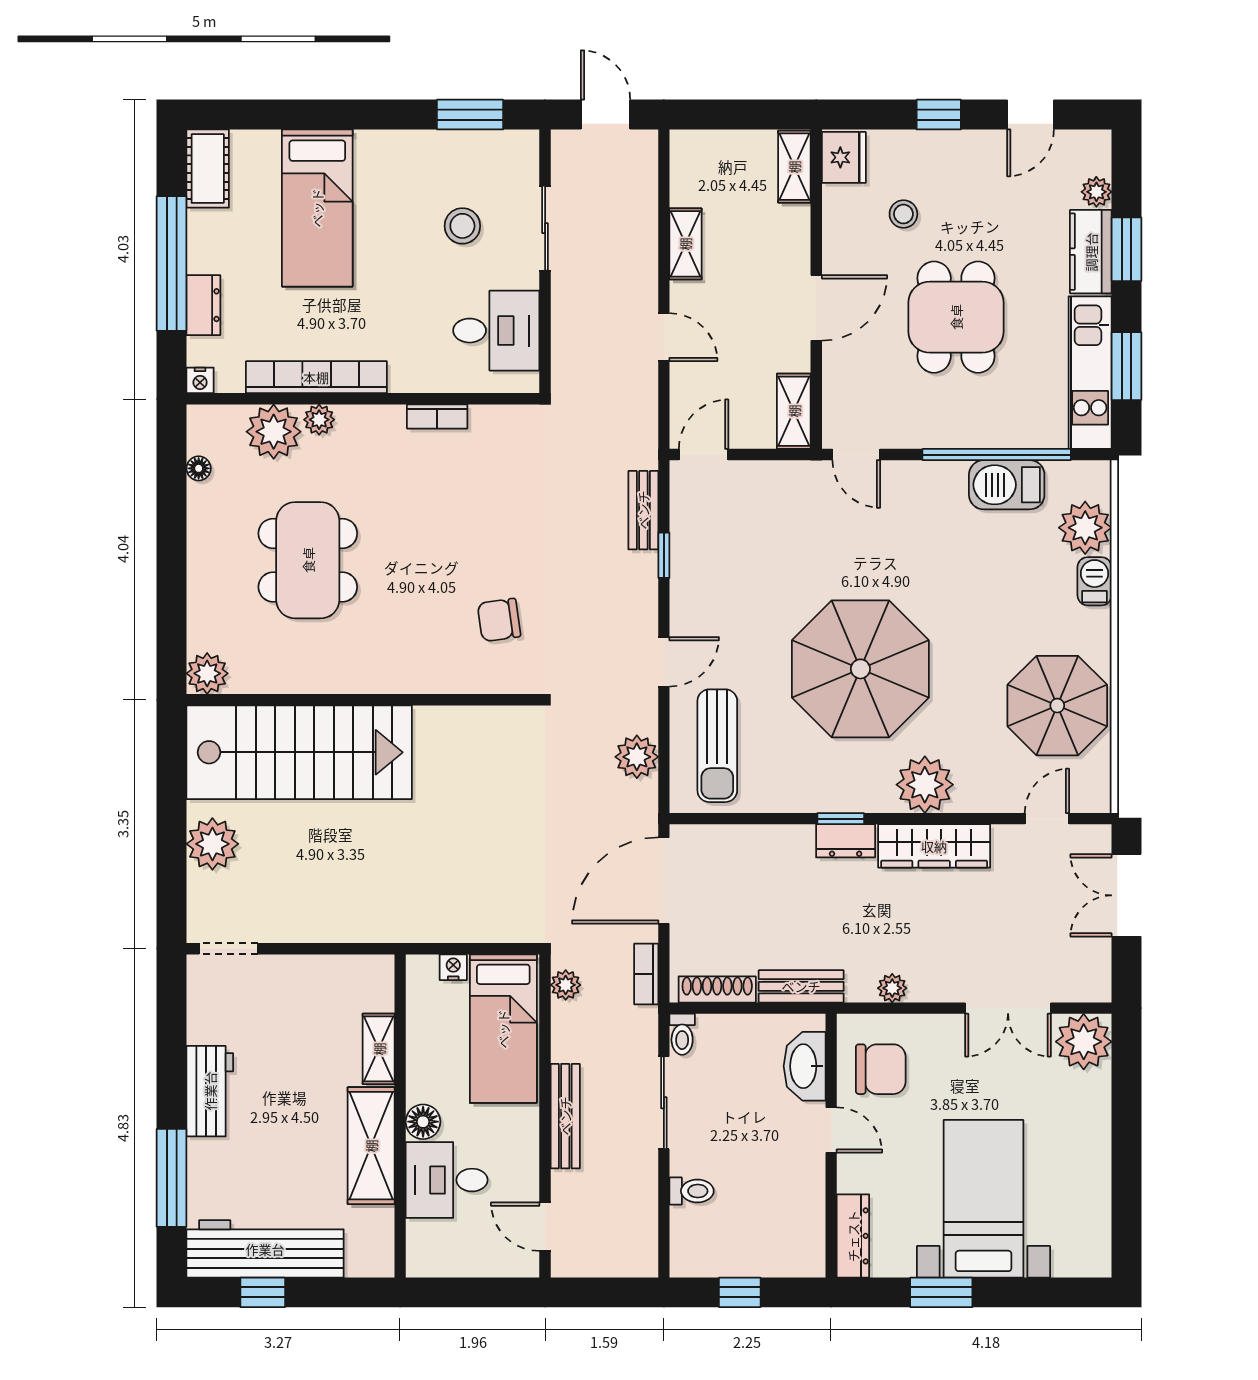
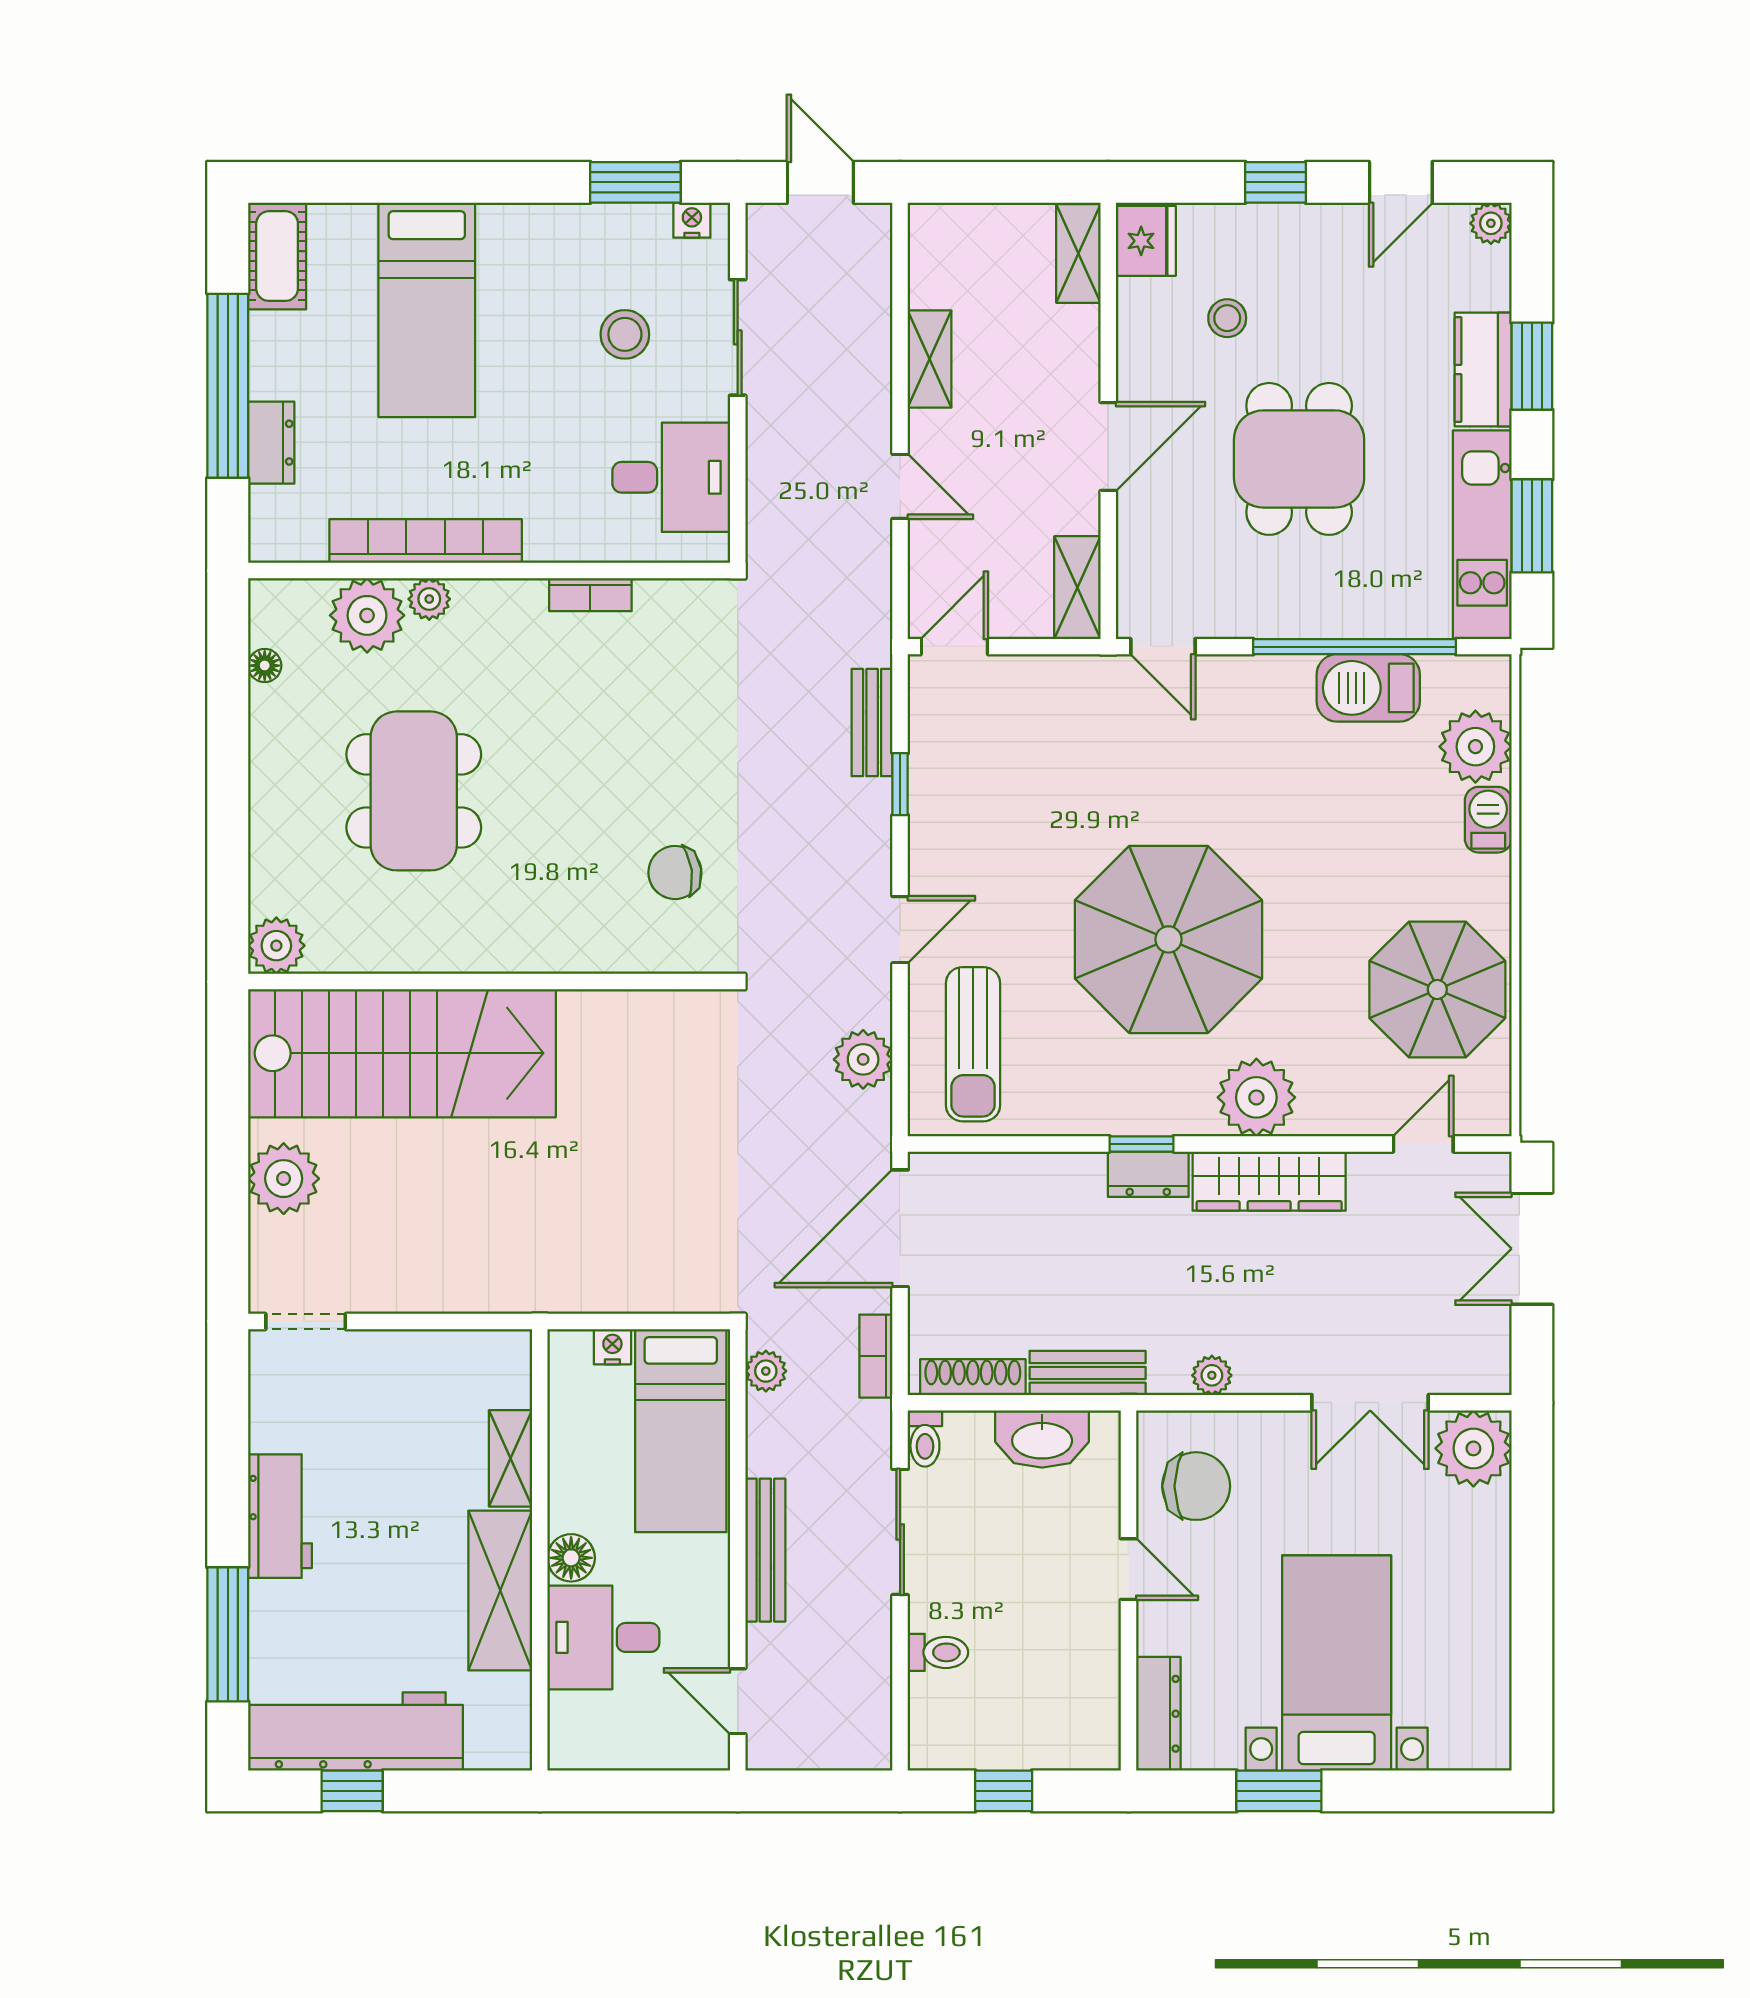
plant: (1096, 192) -> (1491, 223), moved
nightstand: (200, 380) -> (692, 220), moved, turned 180
washbasin: (805, 1066) -> (1042, 1439), moved, turned -90

